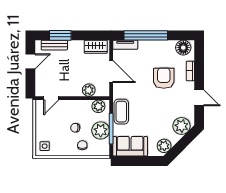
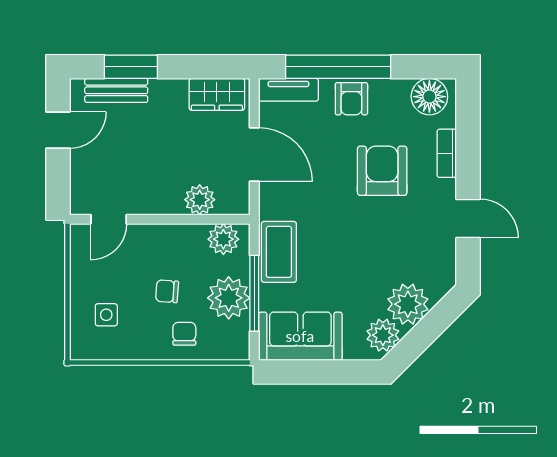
armchair: (151, 48) -> (351, 99), added
plant: (181, 126) -> (408, 304), moved
side table: (45, 146) -> (106, 315), moved

